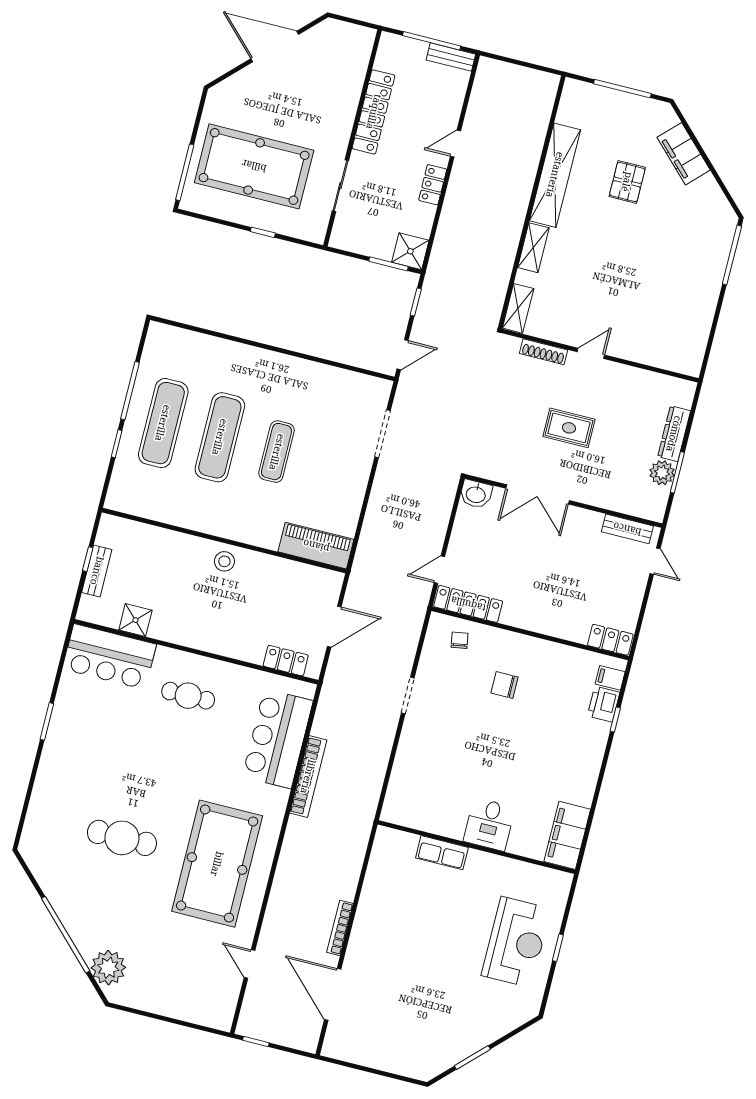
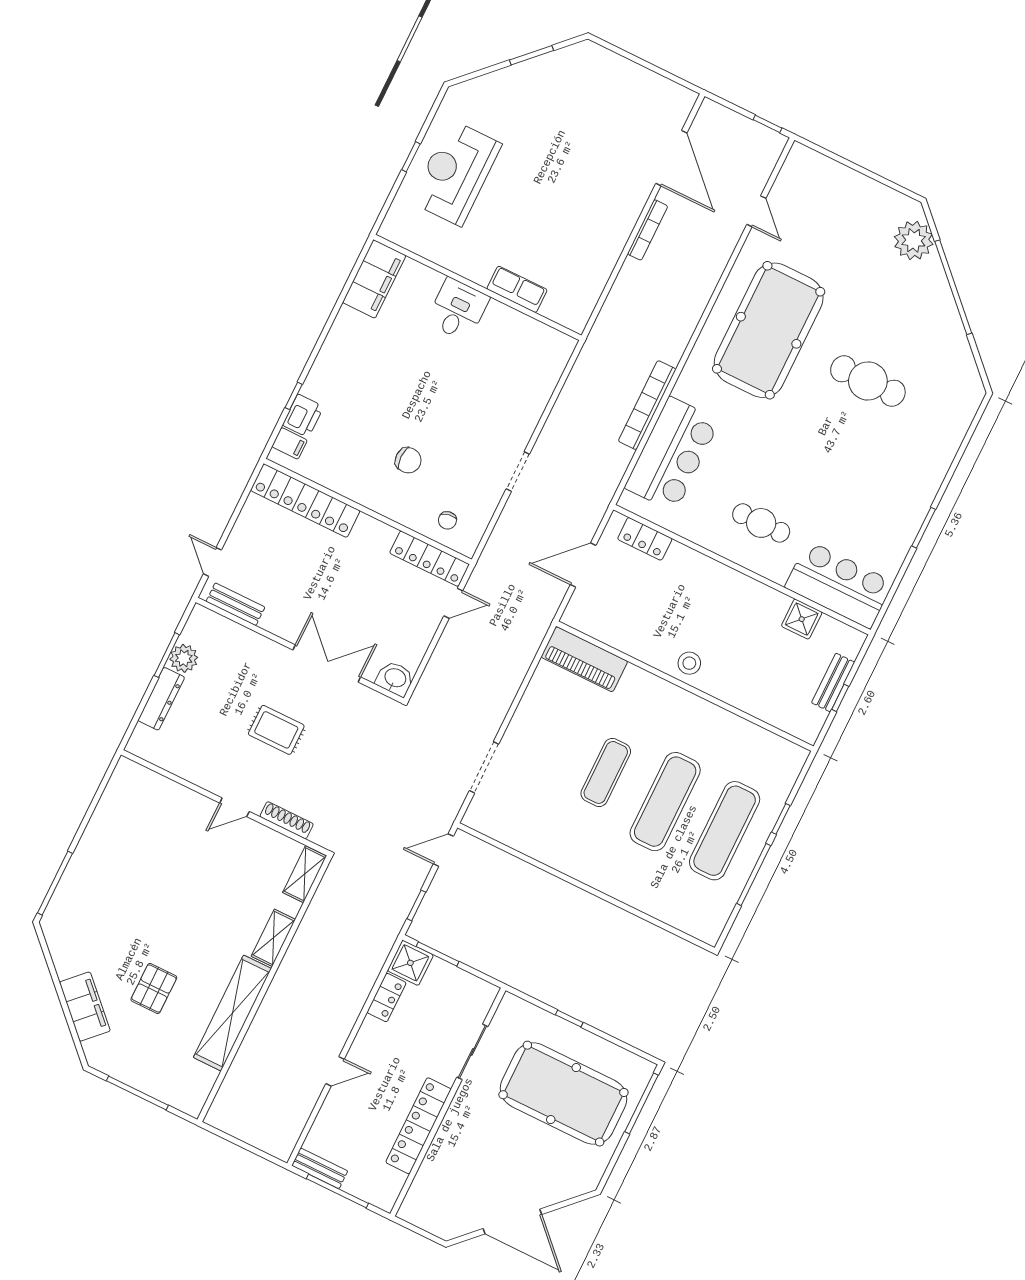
locker: (433, 185) -> (387, 998), moved
locker: (610, 640) -> (305, 501), width x2.16, depth x1.21

